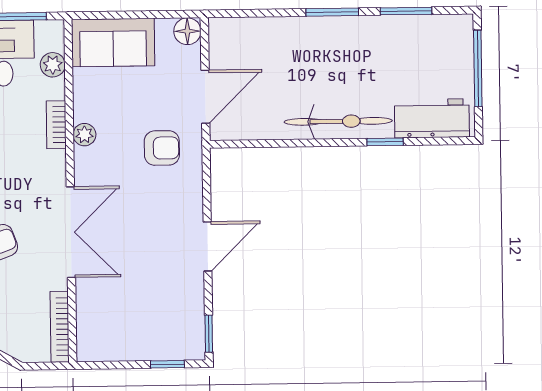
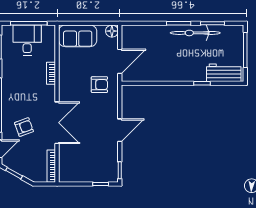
plant: (53, 65) -> (50, 46), removed
bicycle: (338, 121) -> (195, 33), moved, turned 180
plant: (84, 135) -> (64, 78), removed

